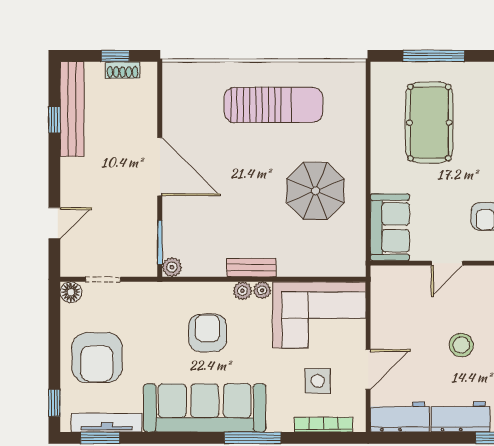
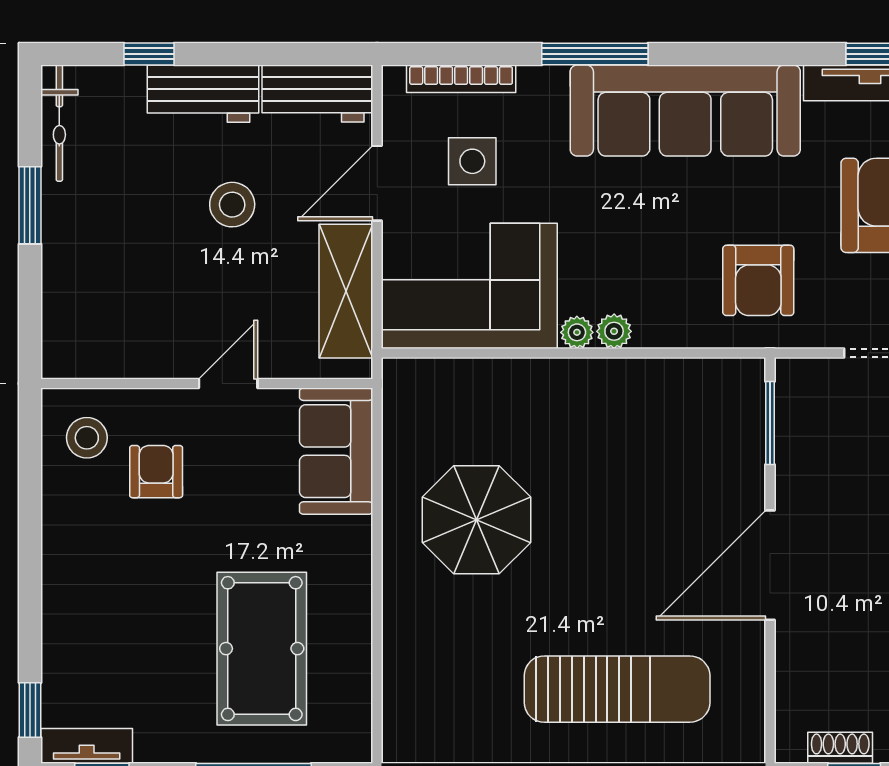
sun lounger: (273, 105) -> (617, 689), moved, turned 180
door: (160, 167) -> (770, 565), hinge flipped
plant: (172, 267) -> (747, 376), removed
bench: (251, 268) -> (597, 375), removed
shelving: (385, 312) -> (346, 291), added
armchair: (207, 333) -> (758, 280), moved
stool: (461, 345) -> (232, 205), moved

